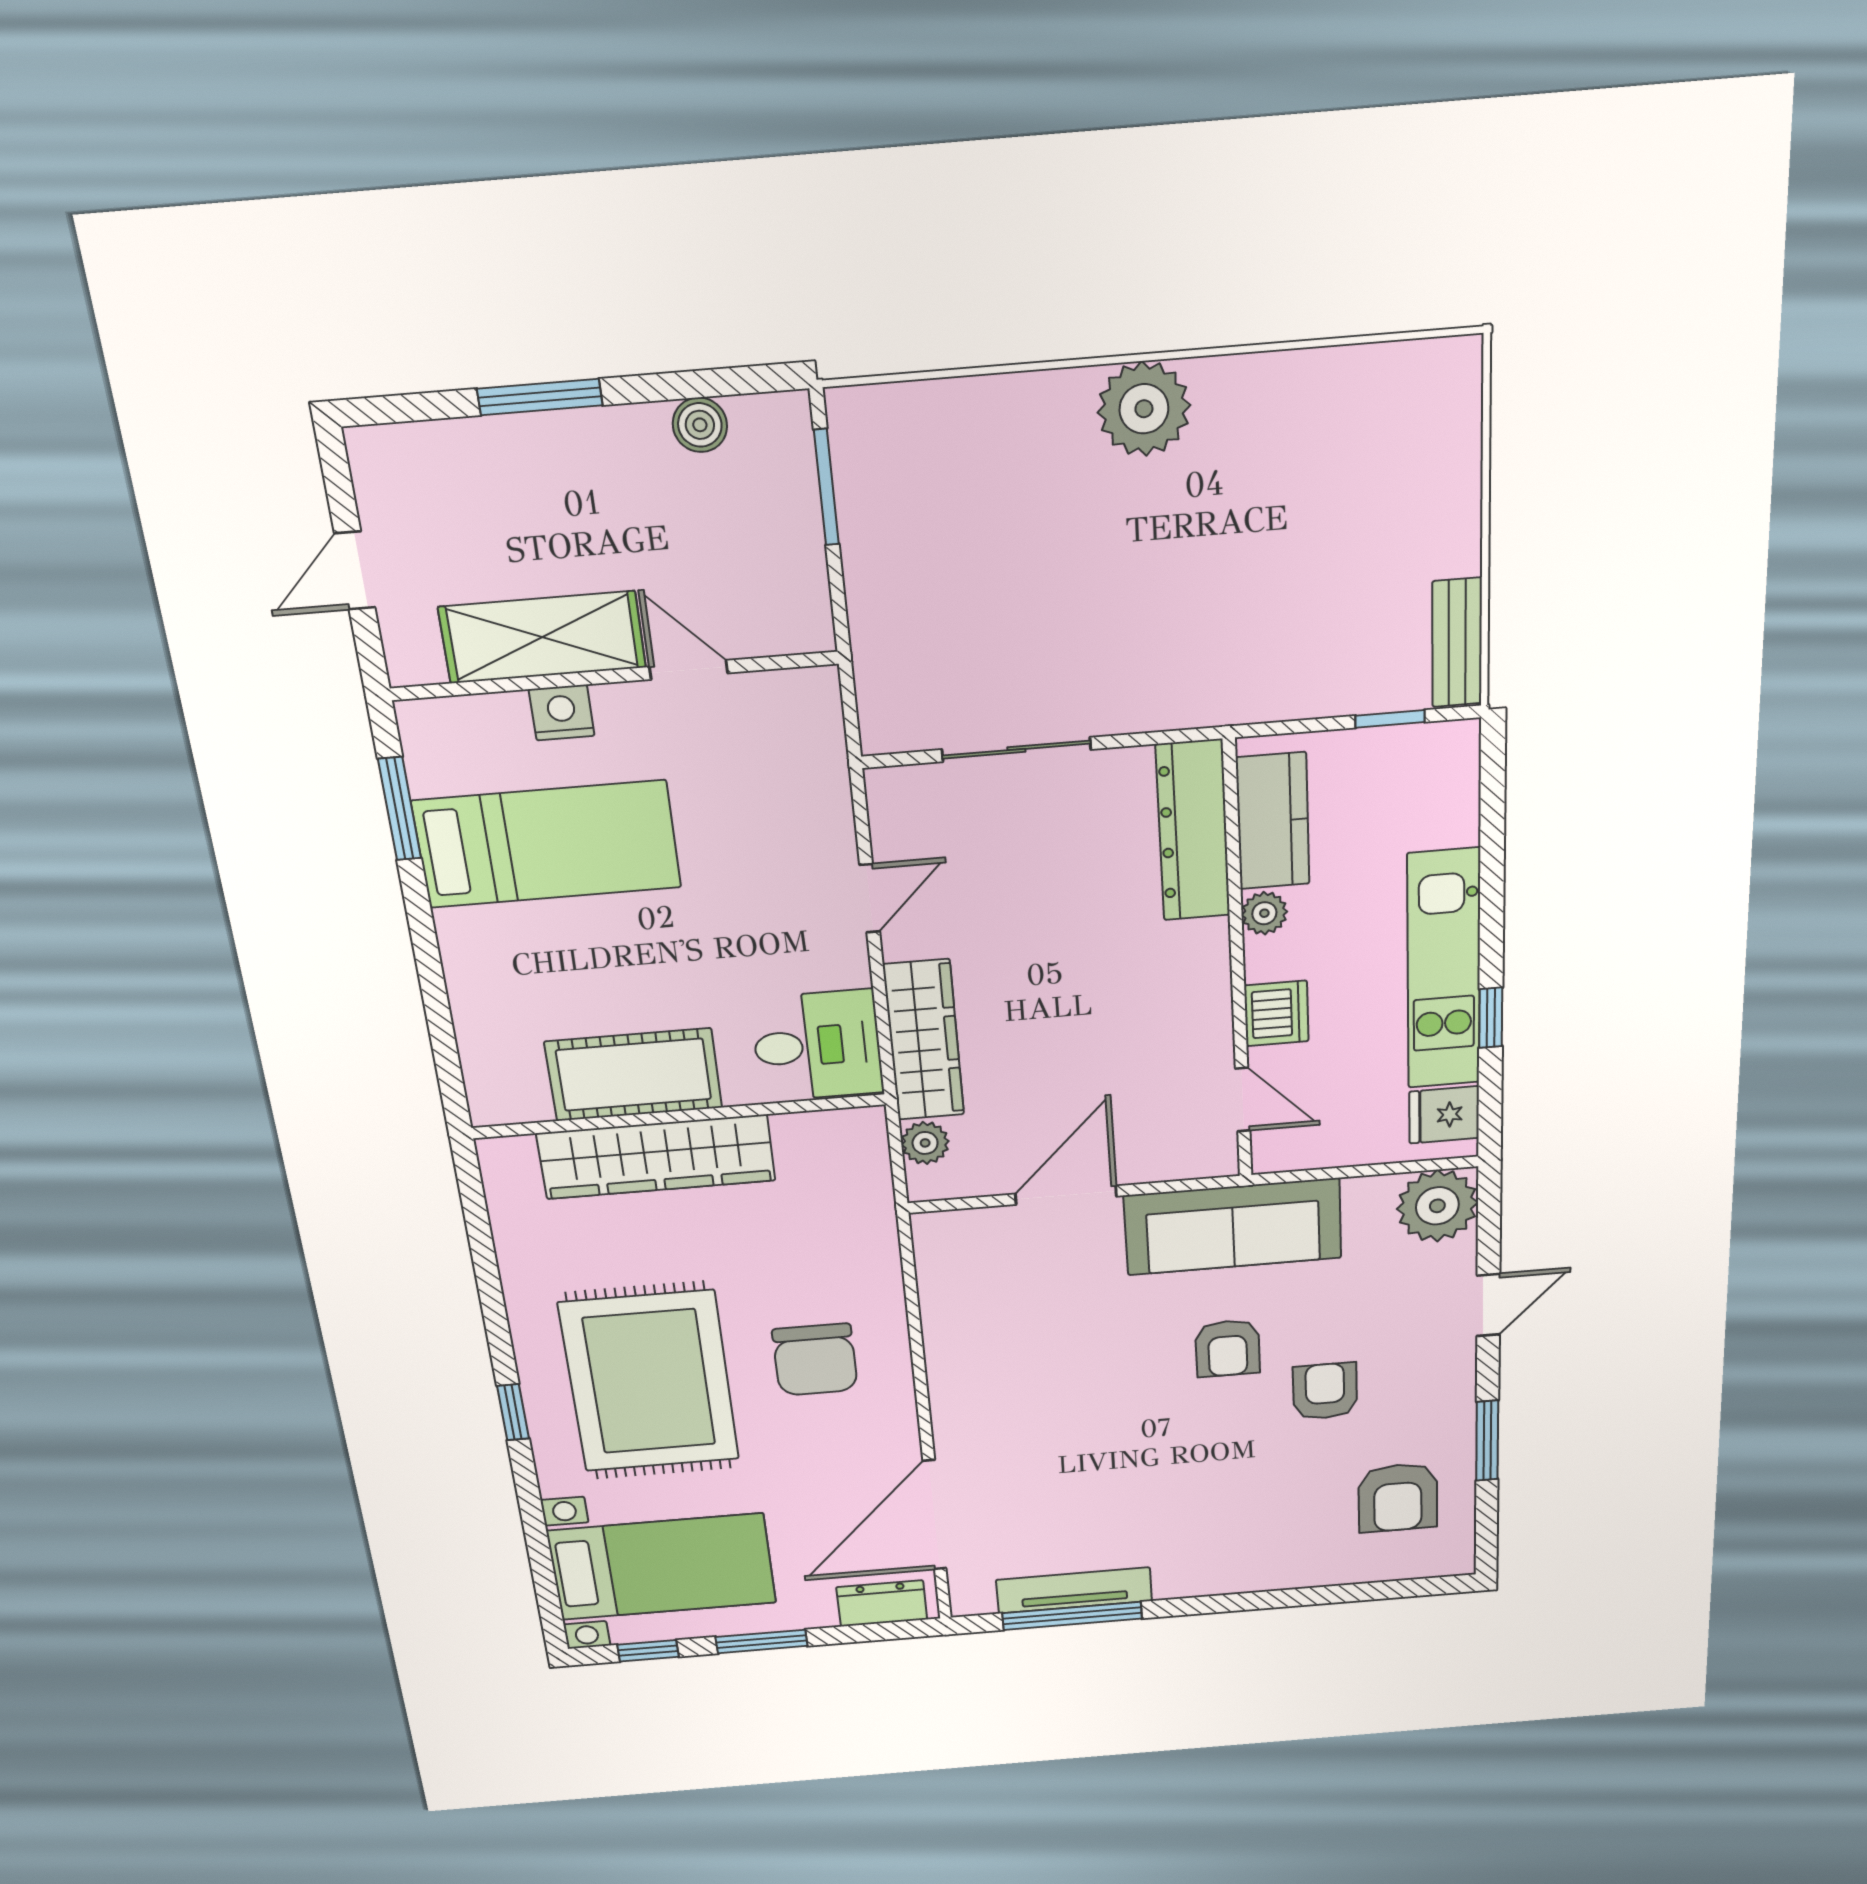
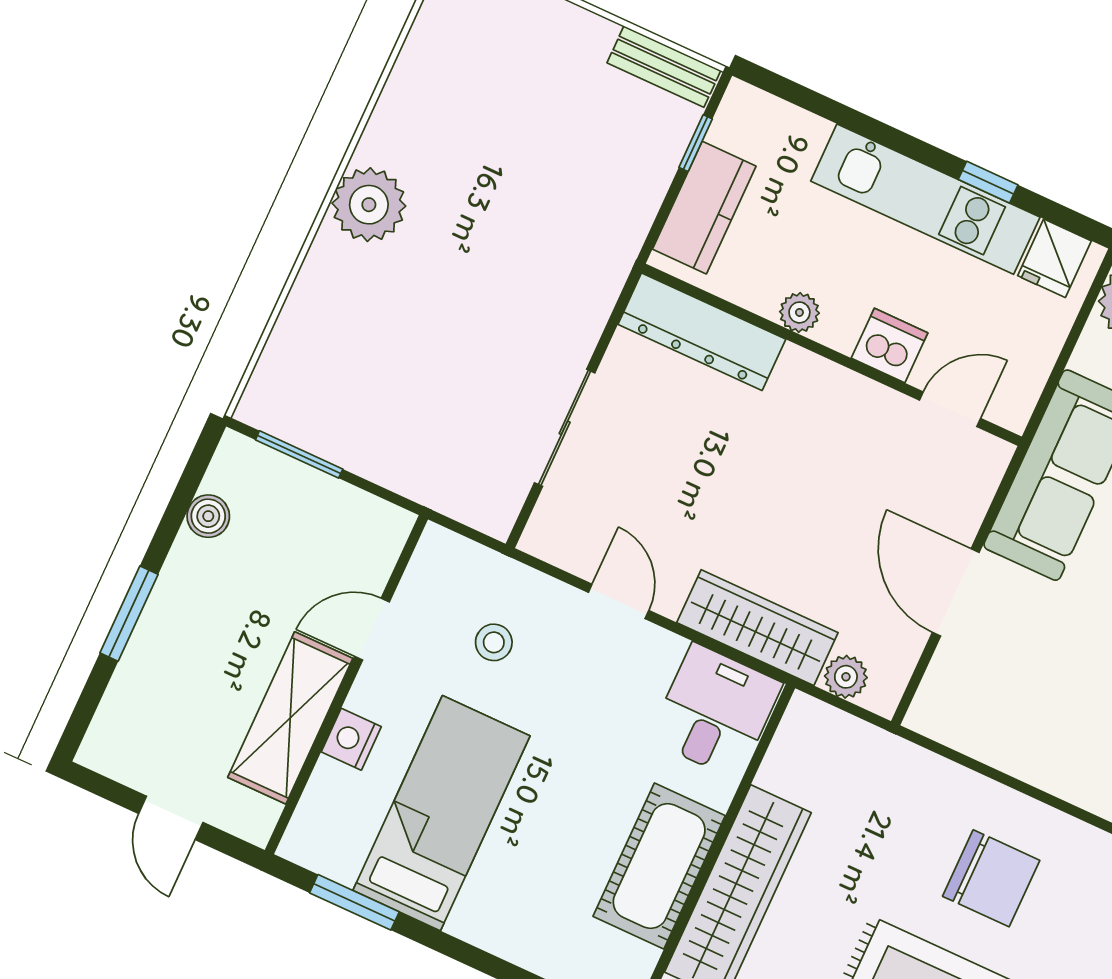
stool: (752, 800) -> (494, 642), added
kitchen counter: (1273, 821) -> (704, 208), moved, turned 90

